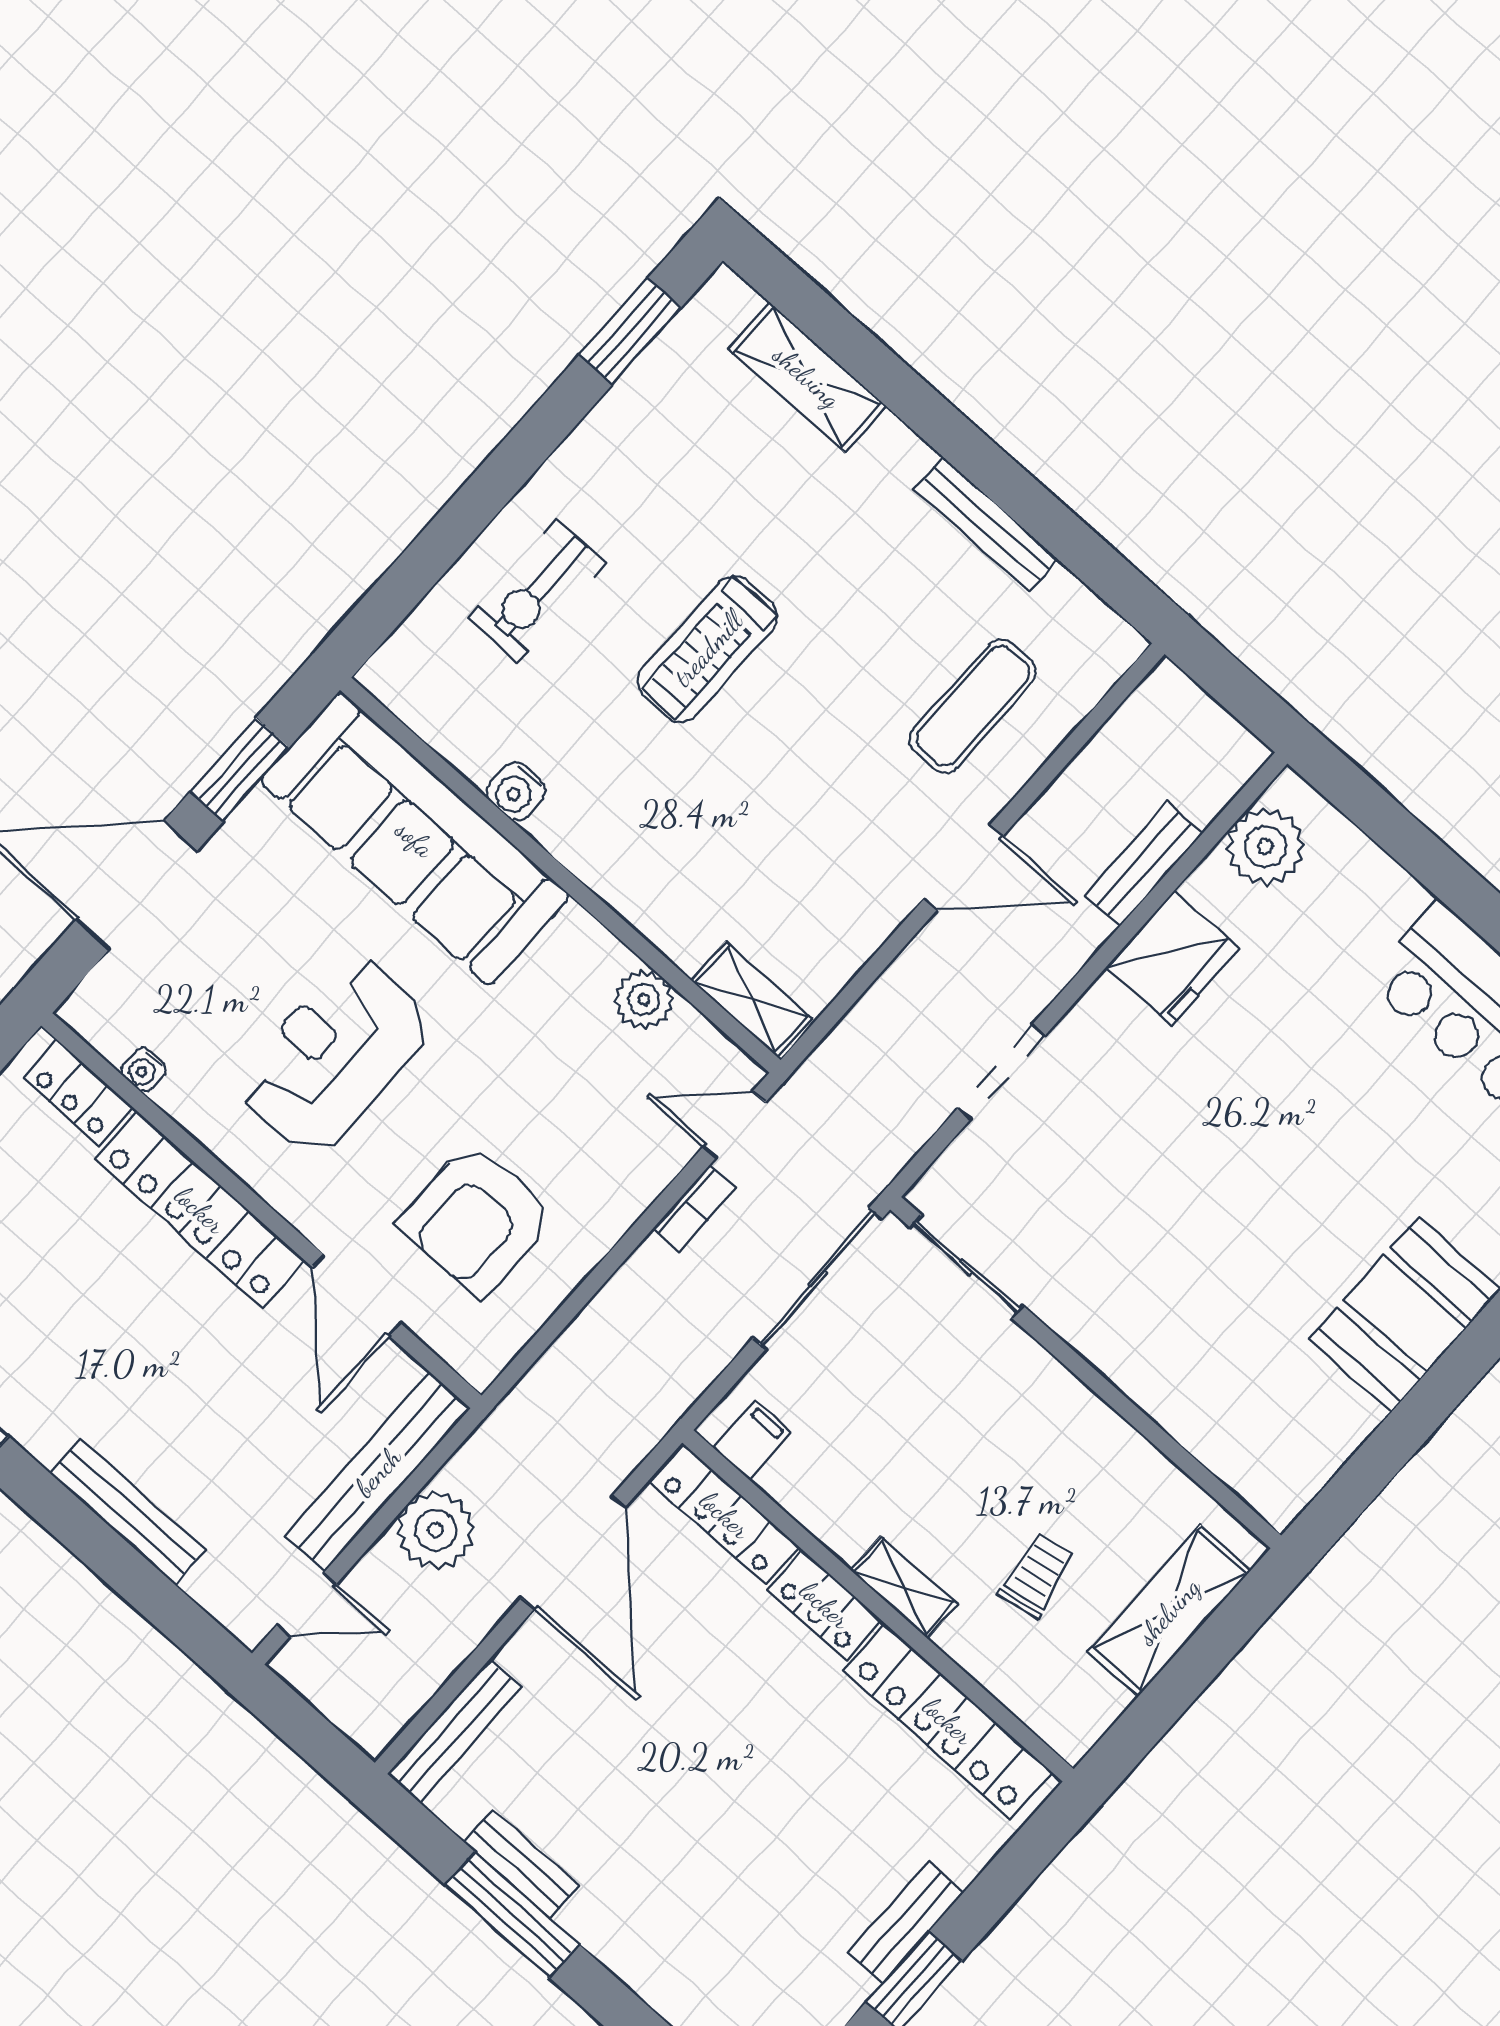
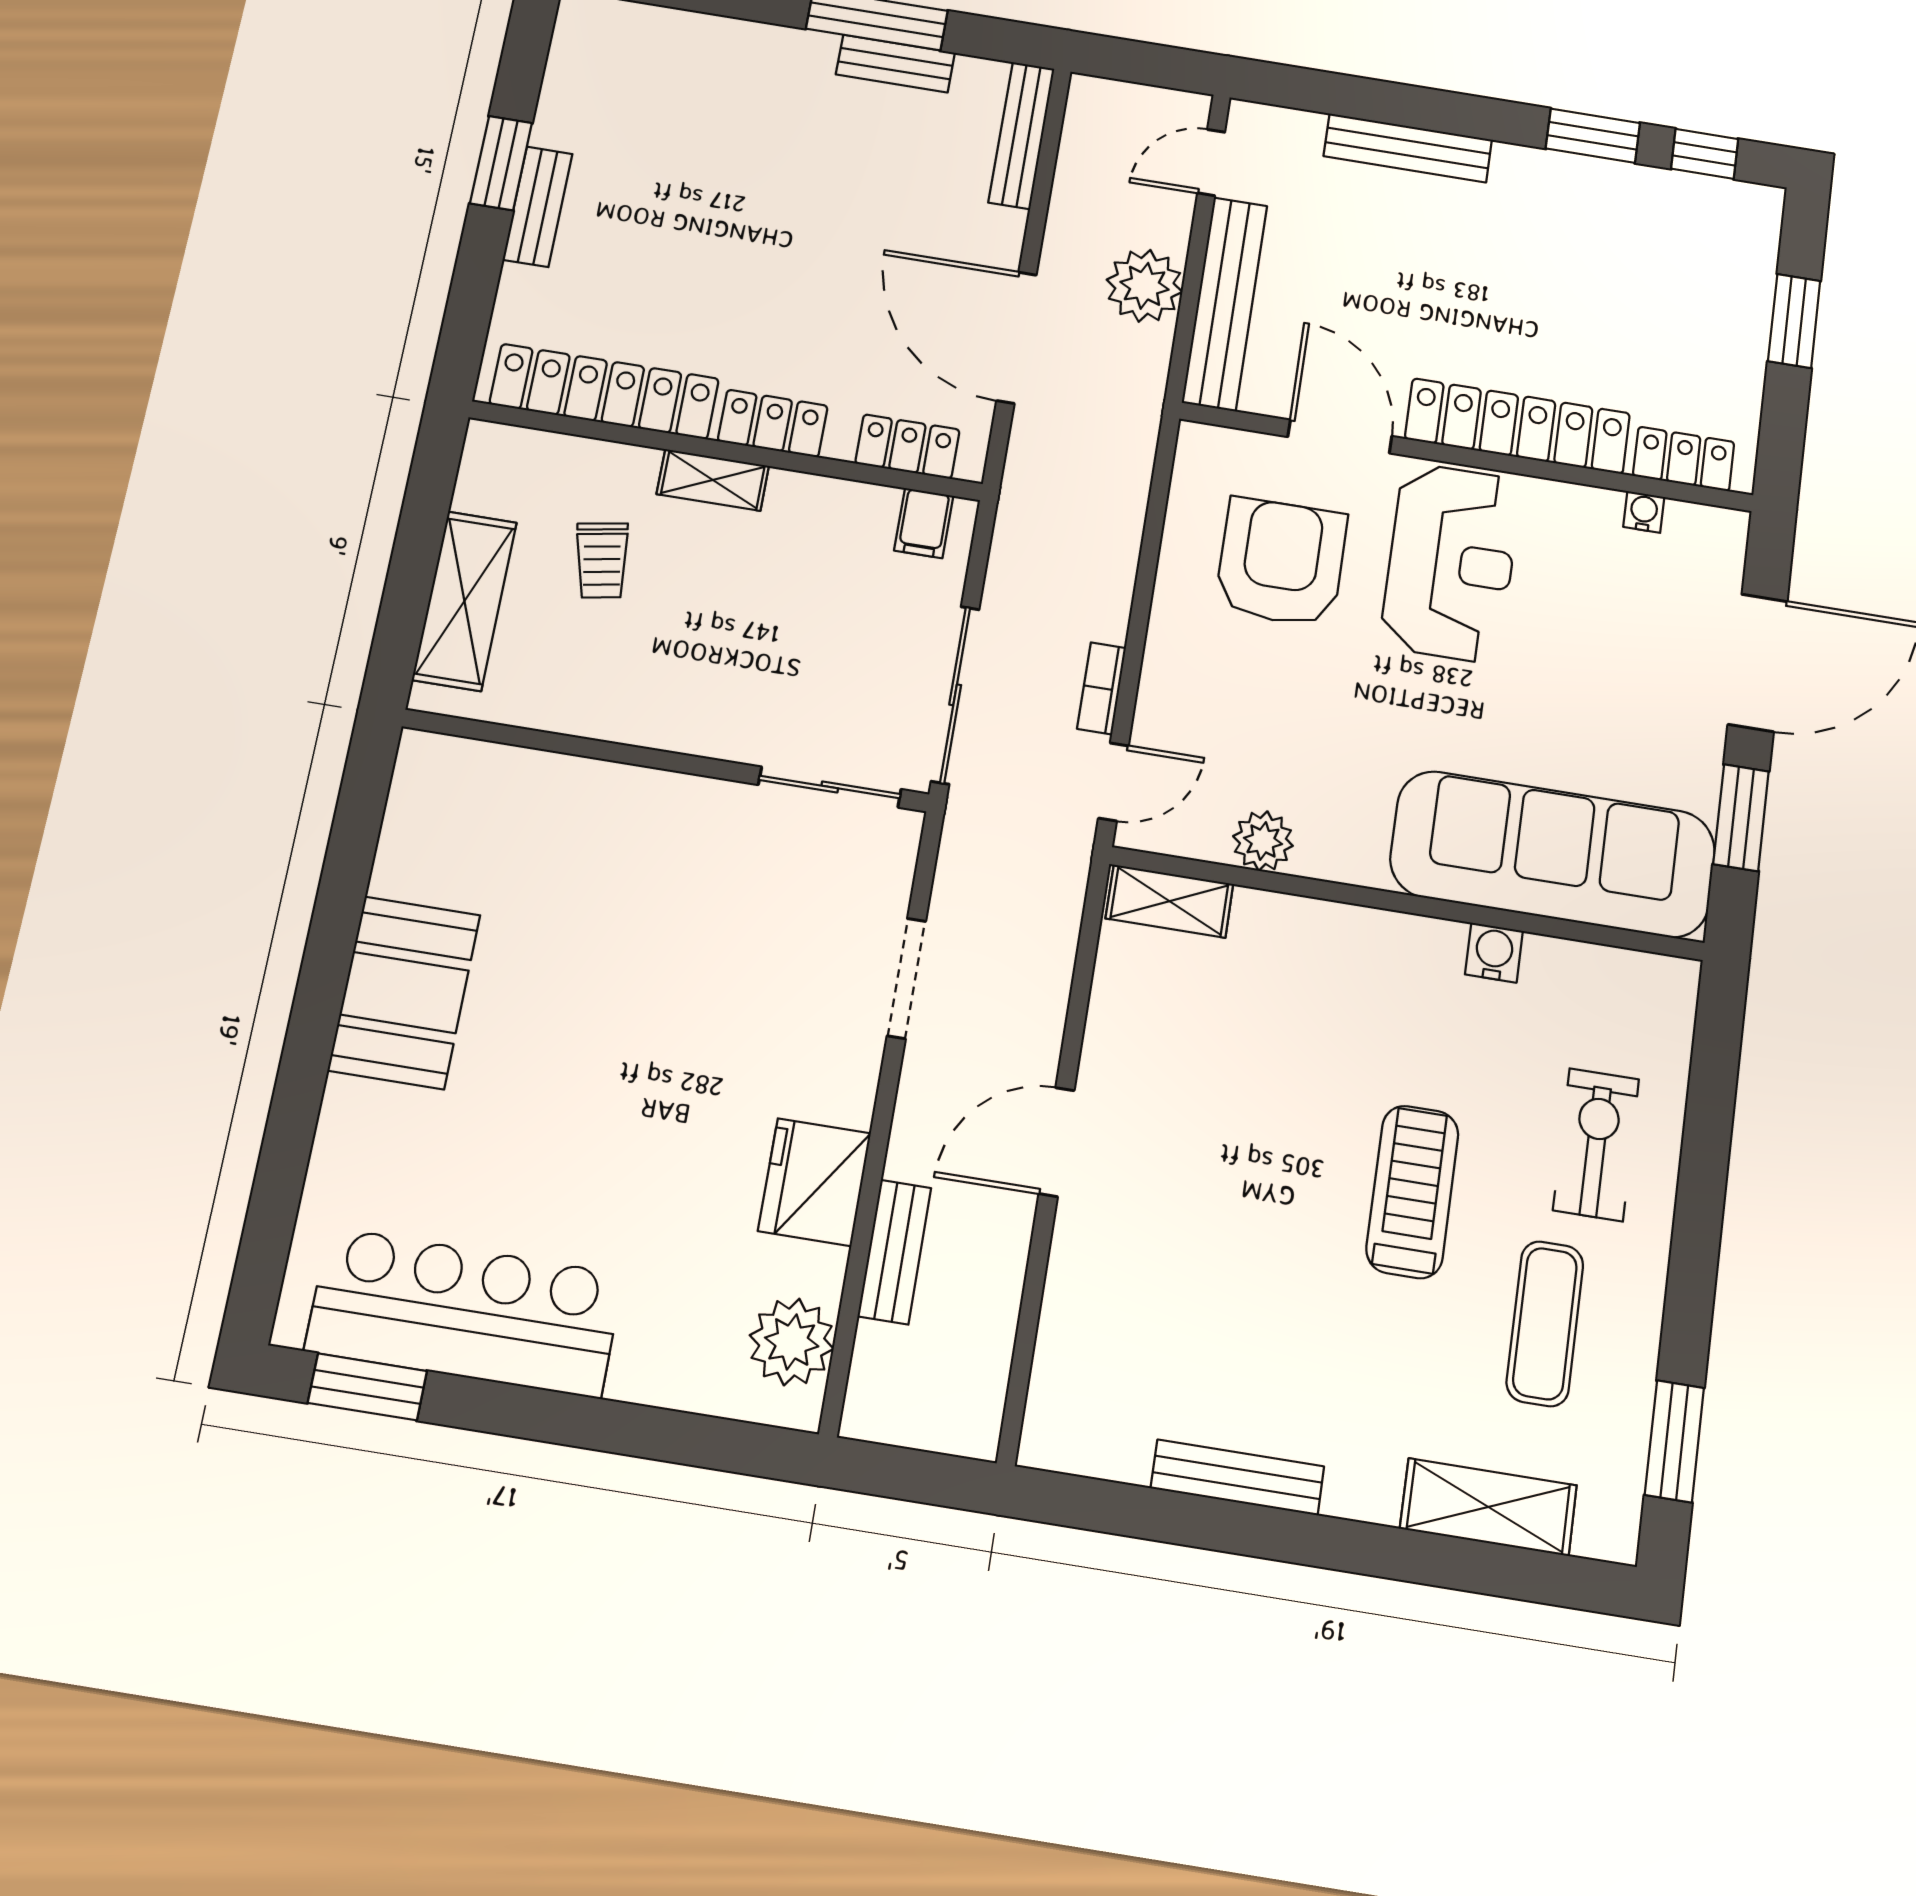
exercise mat: (973, 706) -> (1545, 1324), moved
reception desk: (334, 1056) -> (1451, 563), moved
locker: (725, 1515) -> (907, 446), width x0.66

